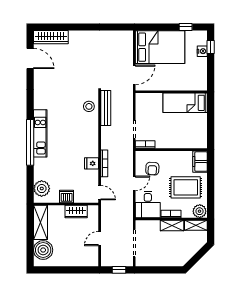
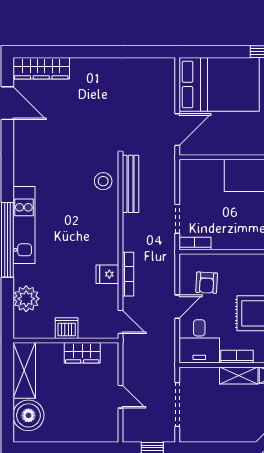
plant: (42, 189) -> (26, 299), moved
door: (100, 239) -> (121, 397), swing flipped

